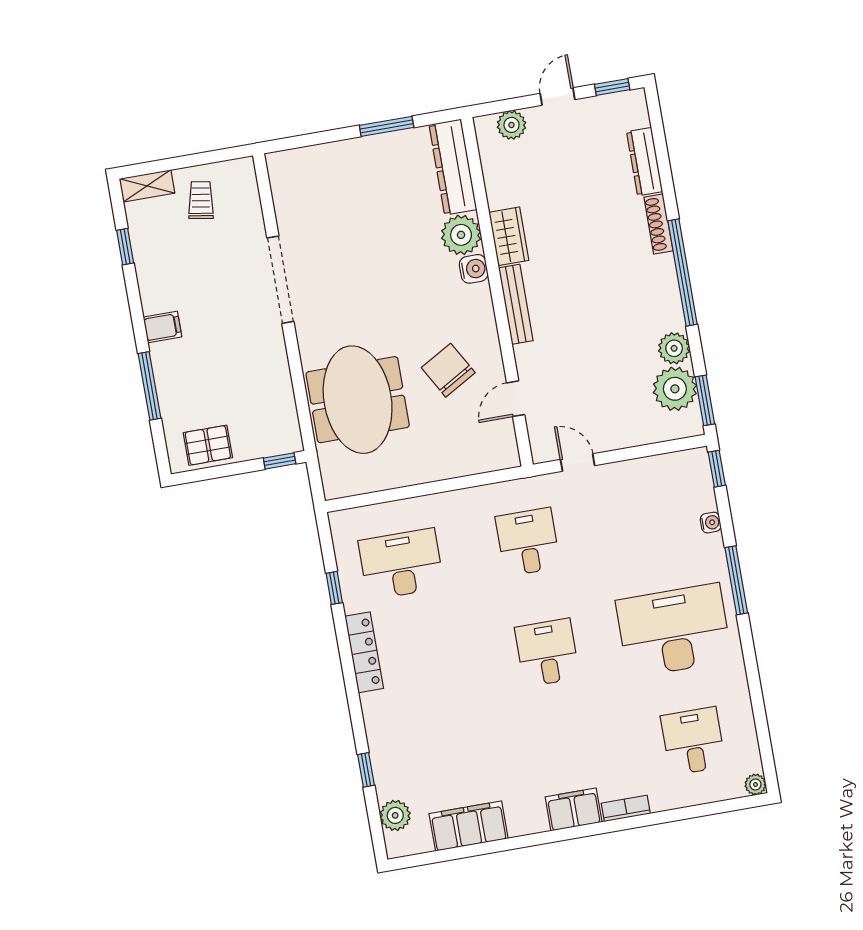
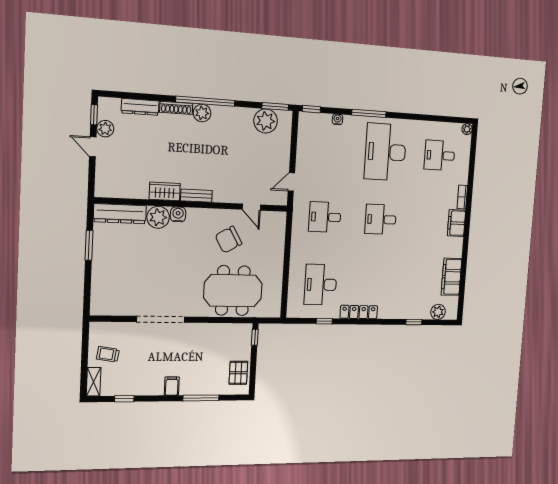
plant: (511, 125) -> (105, 129), moved
bench: (516, 304) -> (196, 196), width x0.73
plant: (674, 348) -> (202, 113), moved

